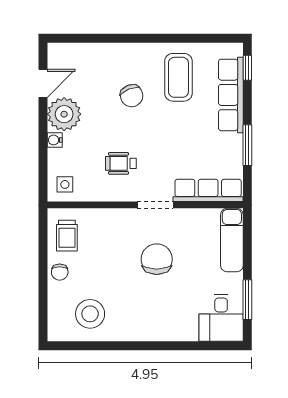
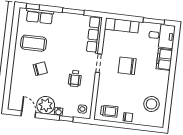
row of seats: (231, 95) -> (40, 16), width x0.68
window: (43, 156) -> (66, 119), added
filing cabinet: (177, 328) -> (164, 59), added

